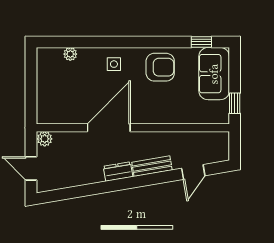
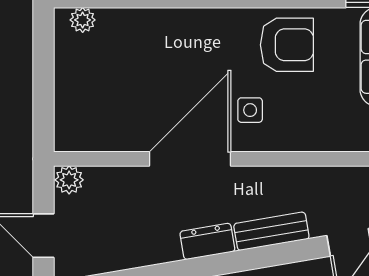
plant: (70, 54) -> (83, 20), moved
side table: (114, 64) -> (250, 110), moved

